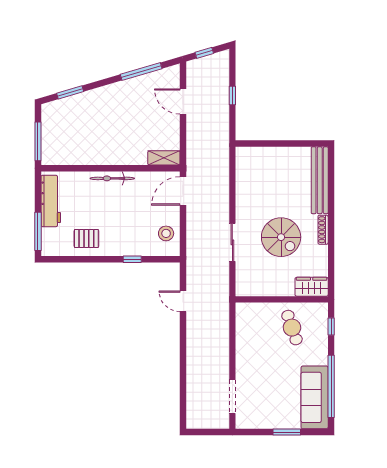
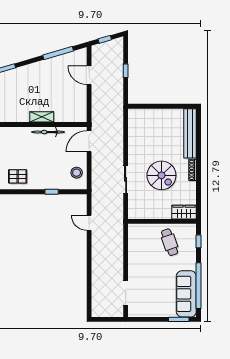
shelving: (164, 158) -> (42, 117), moved
bicycle: (112, 178) -> (48, 132), moved
window: (287, 432) -> (179, 319), moved

